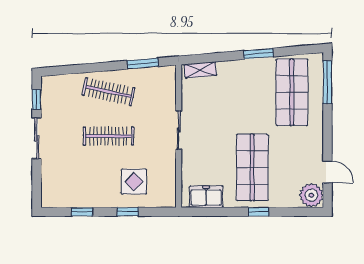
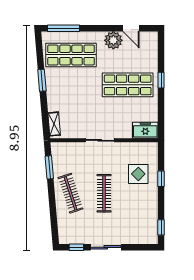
clothes rail: (108, 92) -> (71, 193), turned -30
door: (327, 172) -> (131, 28), swing flipped
plant: (311, 195) -> (113, 40), moved
freezer: (206, 197) -> (145, 130), moved, turned 90
window: (82, 212) -> (161, 227), moved

